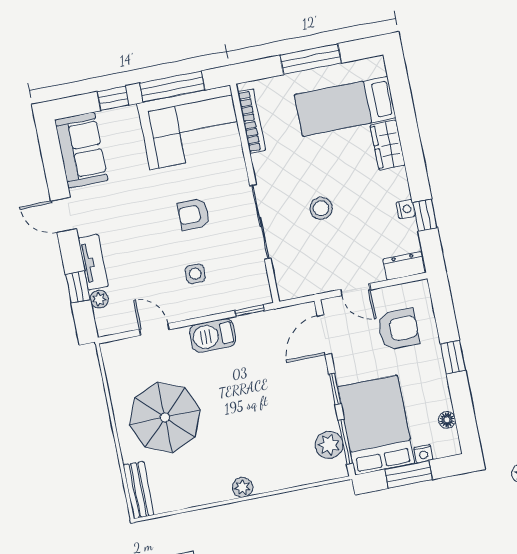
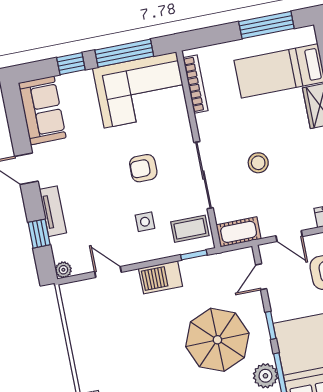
window: (311, 59) -> (266, 25), moved
coffee table: (245, 282) -> (190, 229), added
cot: (299, 285) -> (239, 232), added
plant: (99, 299) -> (63, 270), moved
door: (324, 335) -> (261, 277), width x0.73
parasol: (165, 417) -> (217, 340), moved

